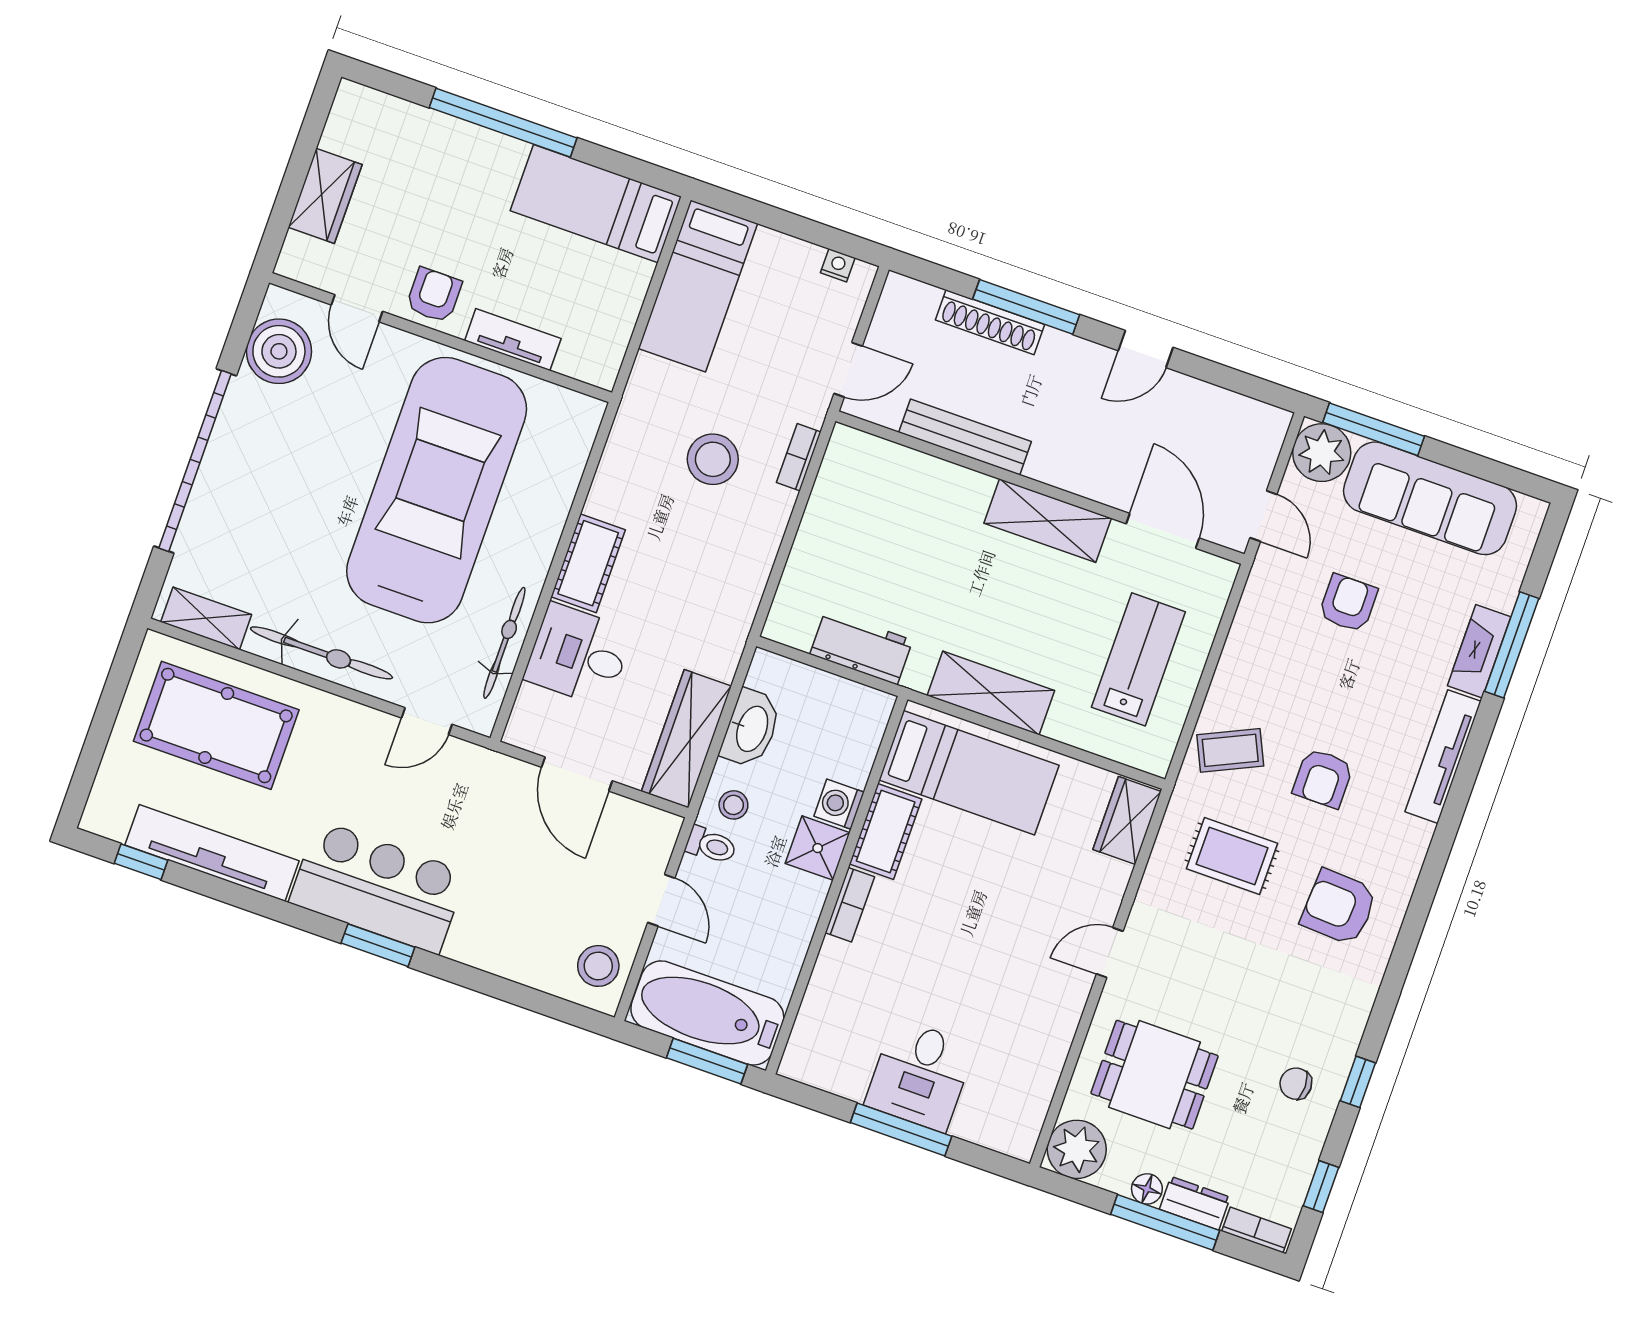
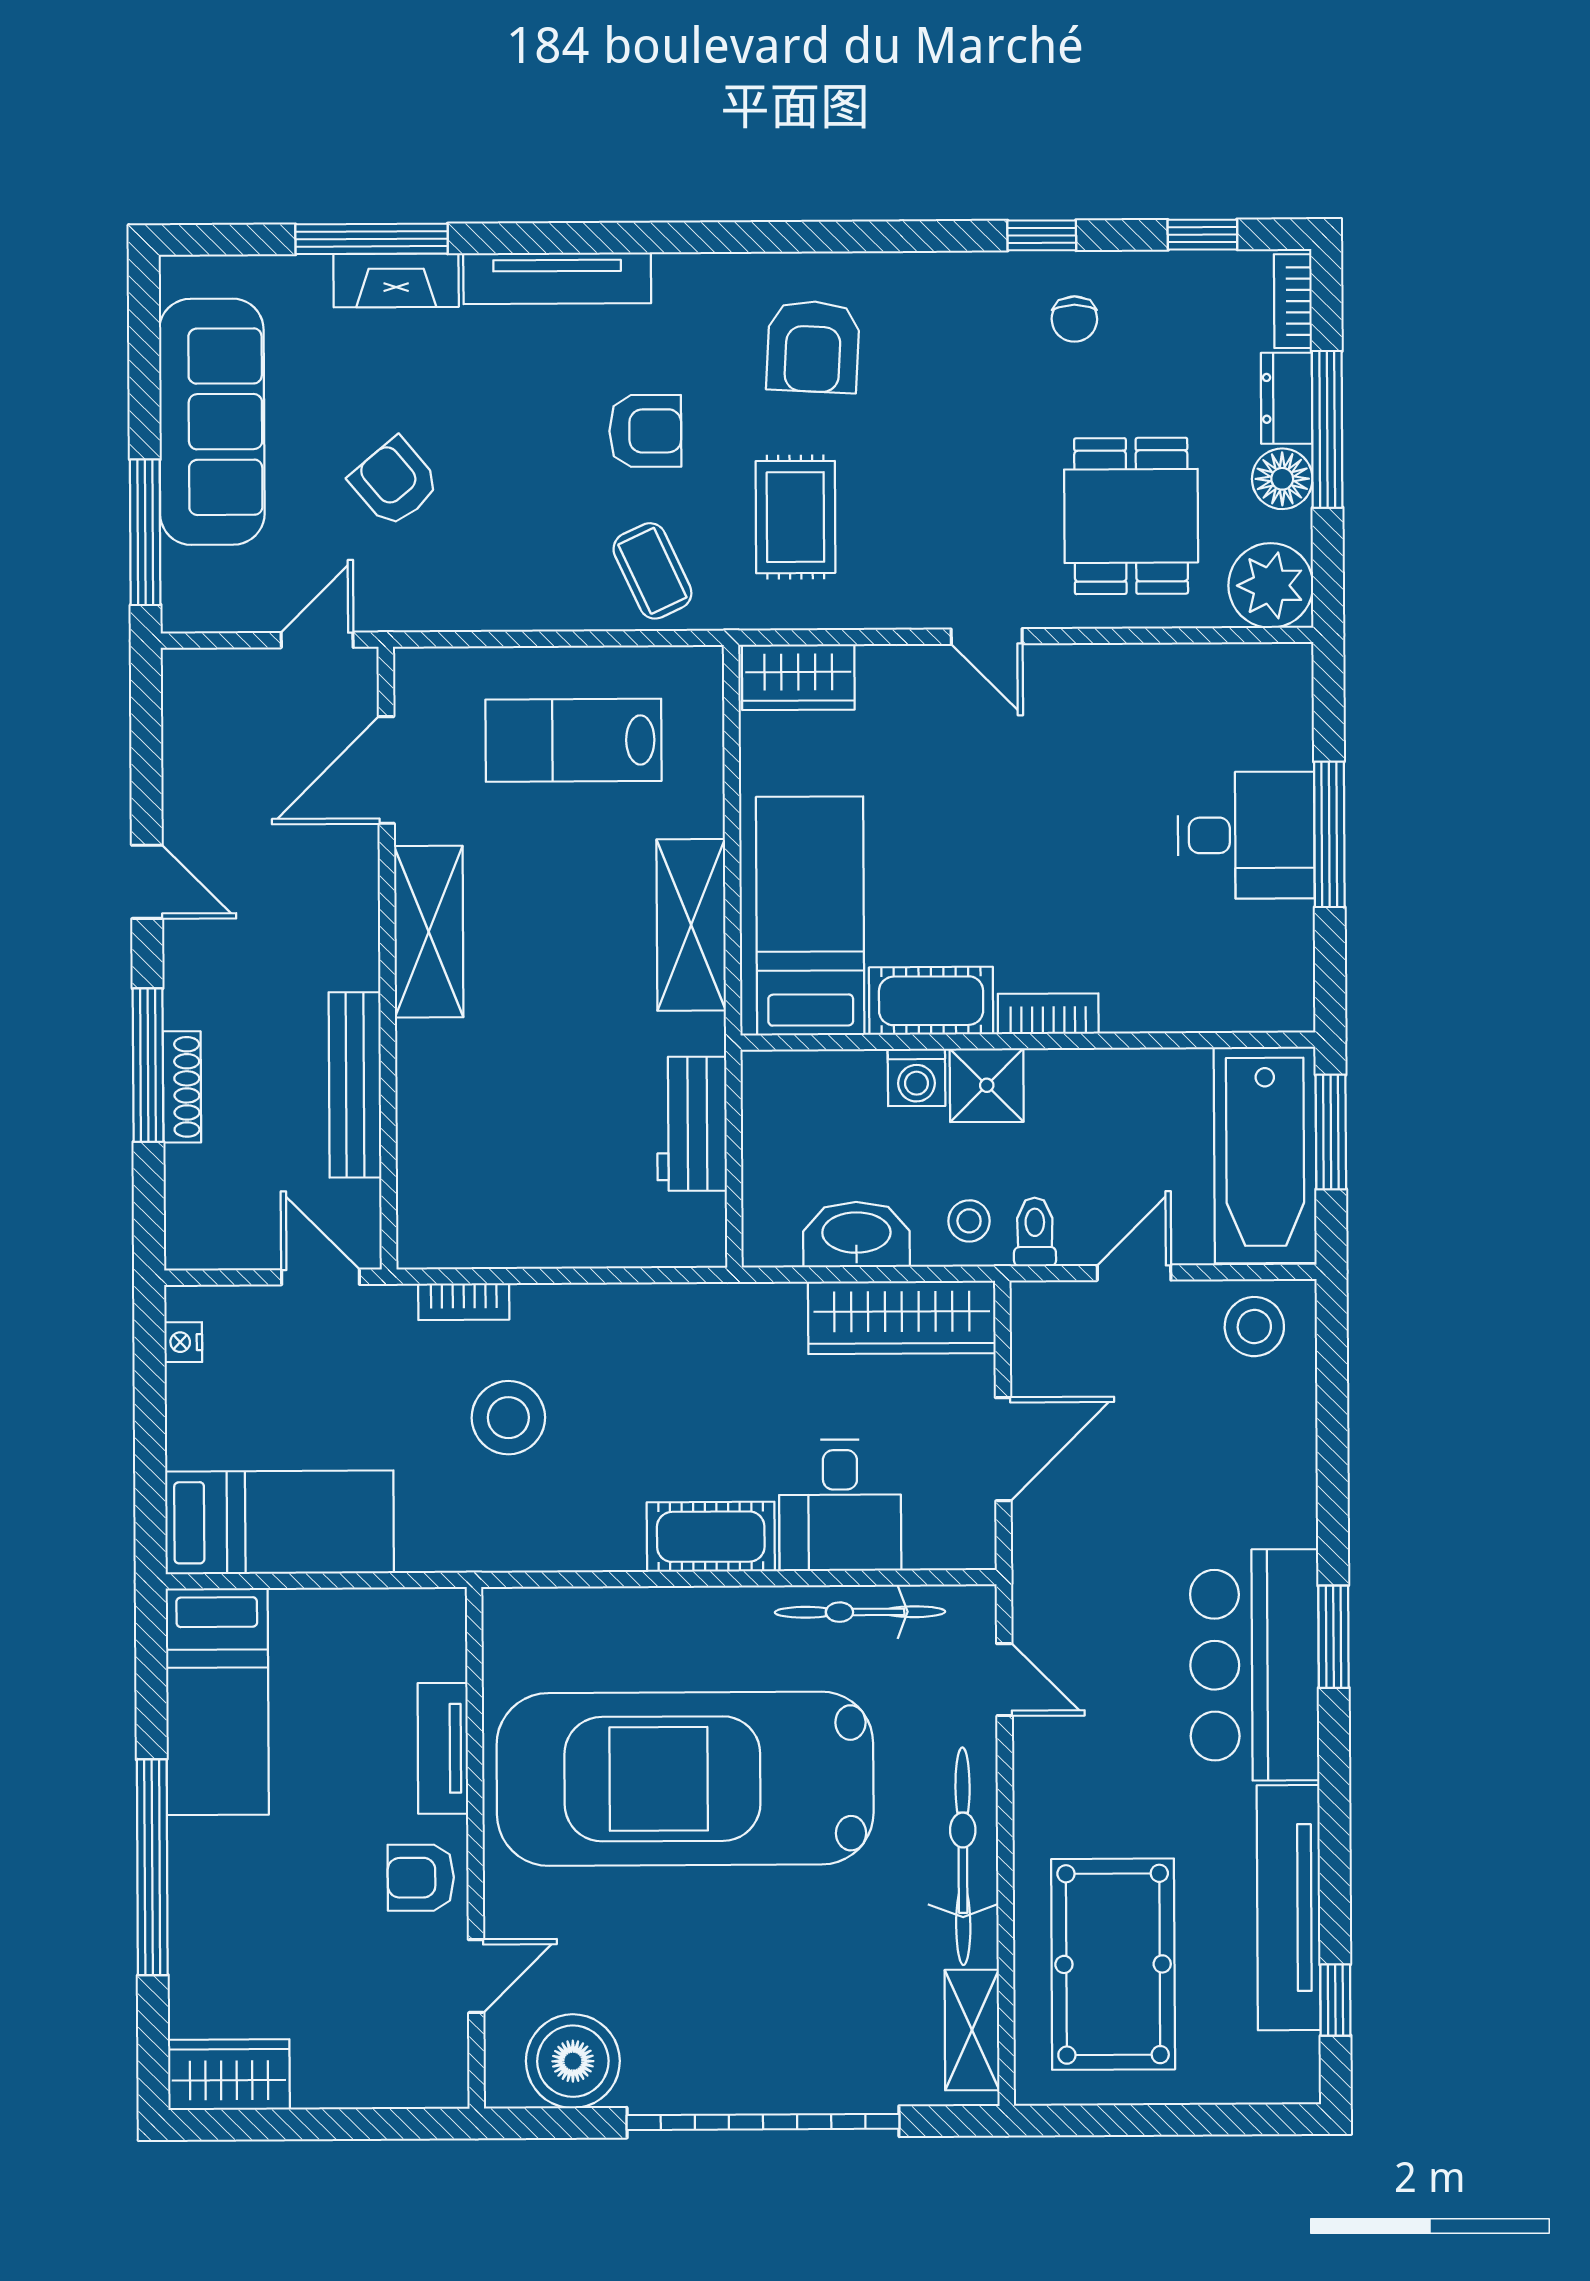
wardrobe: (325, 196) -> (229, 2075), moved
shoe rack: (990, 322) -> (182, 1087), width x0.74, depth x0.81
plant: (1322, 453) -> (202, 592), removed
armchair: (1348, 603) -> (395, 482), turned 50
floor lamp: (1147, 1189) -> (1282, 479), width x1.37, depth x1.37

